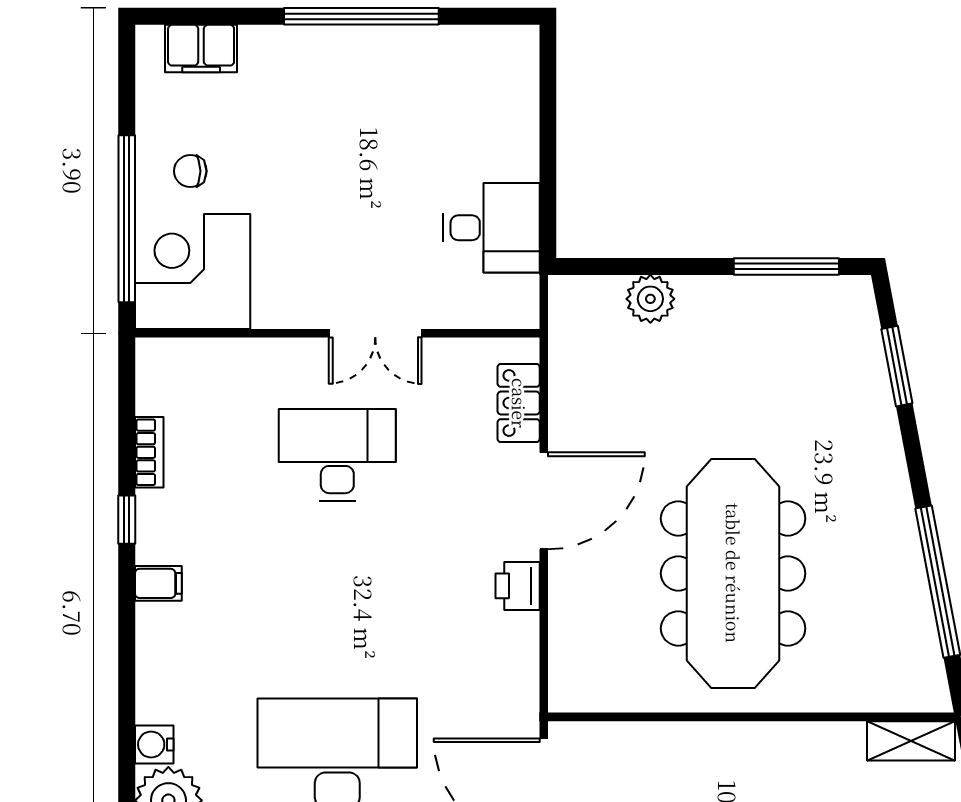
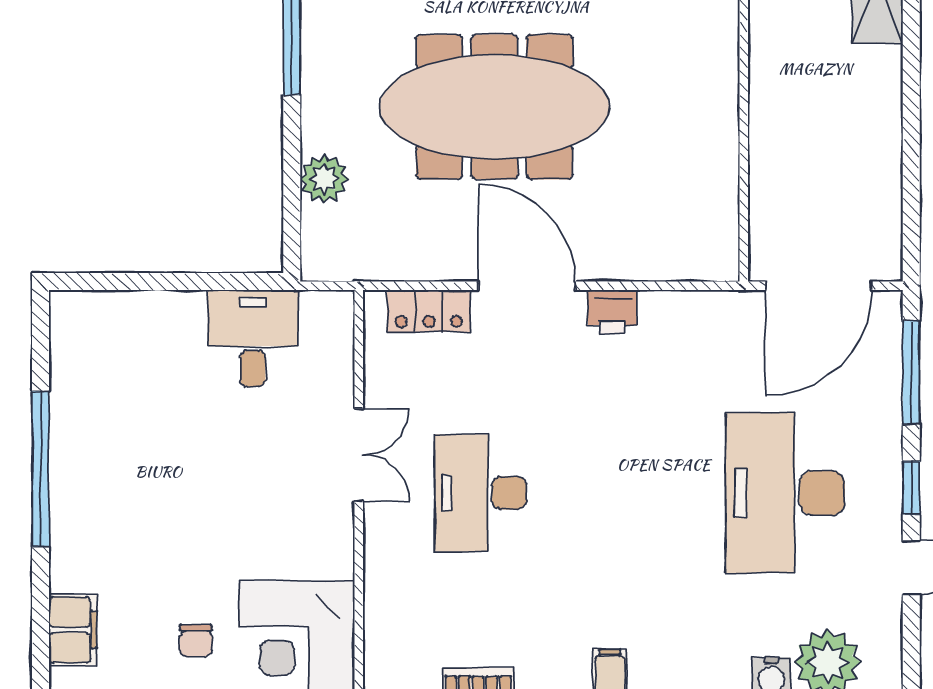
meeting table: (733, 573) -> (494, 107), moved

